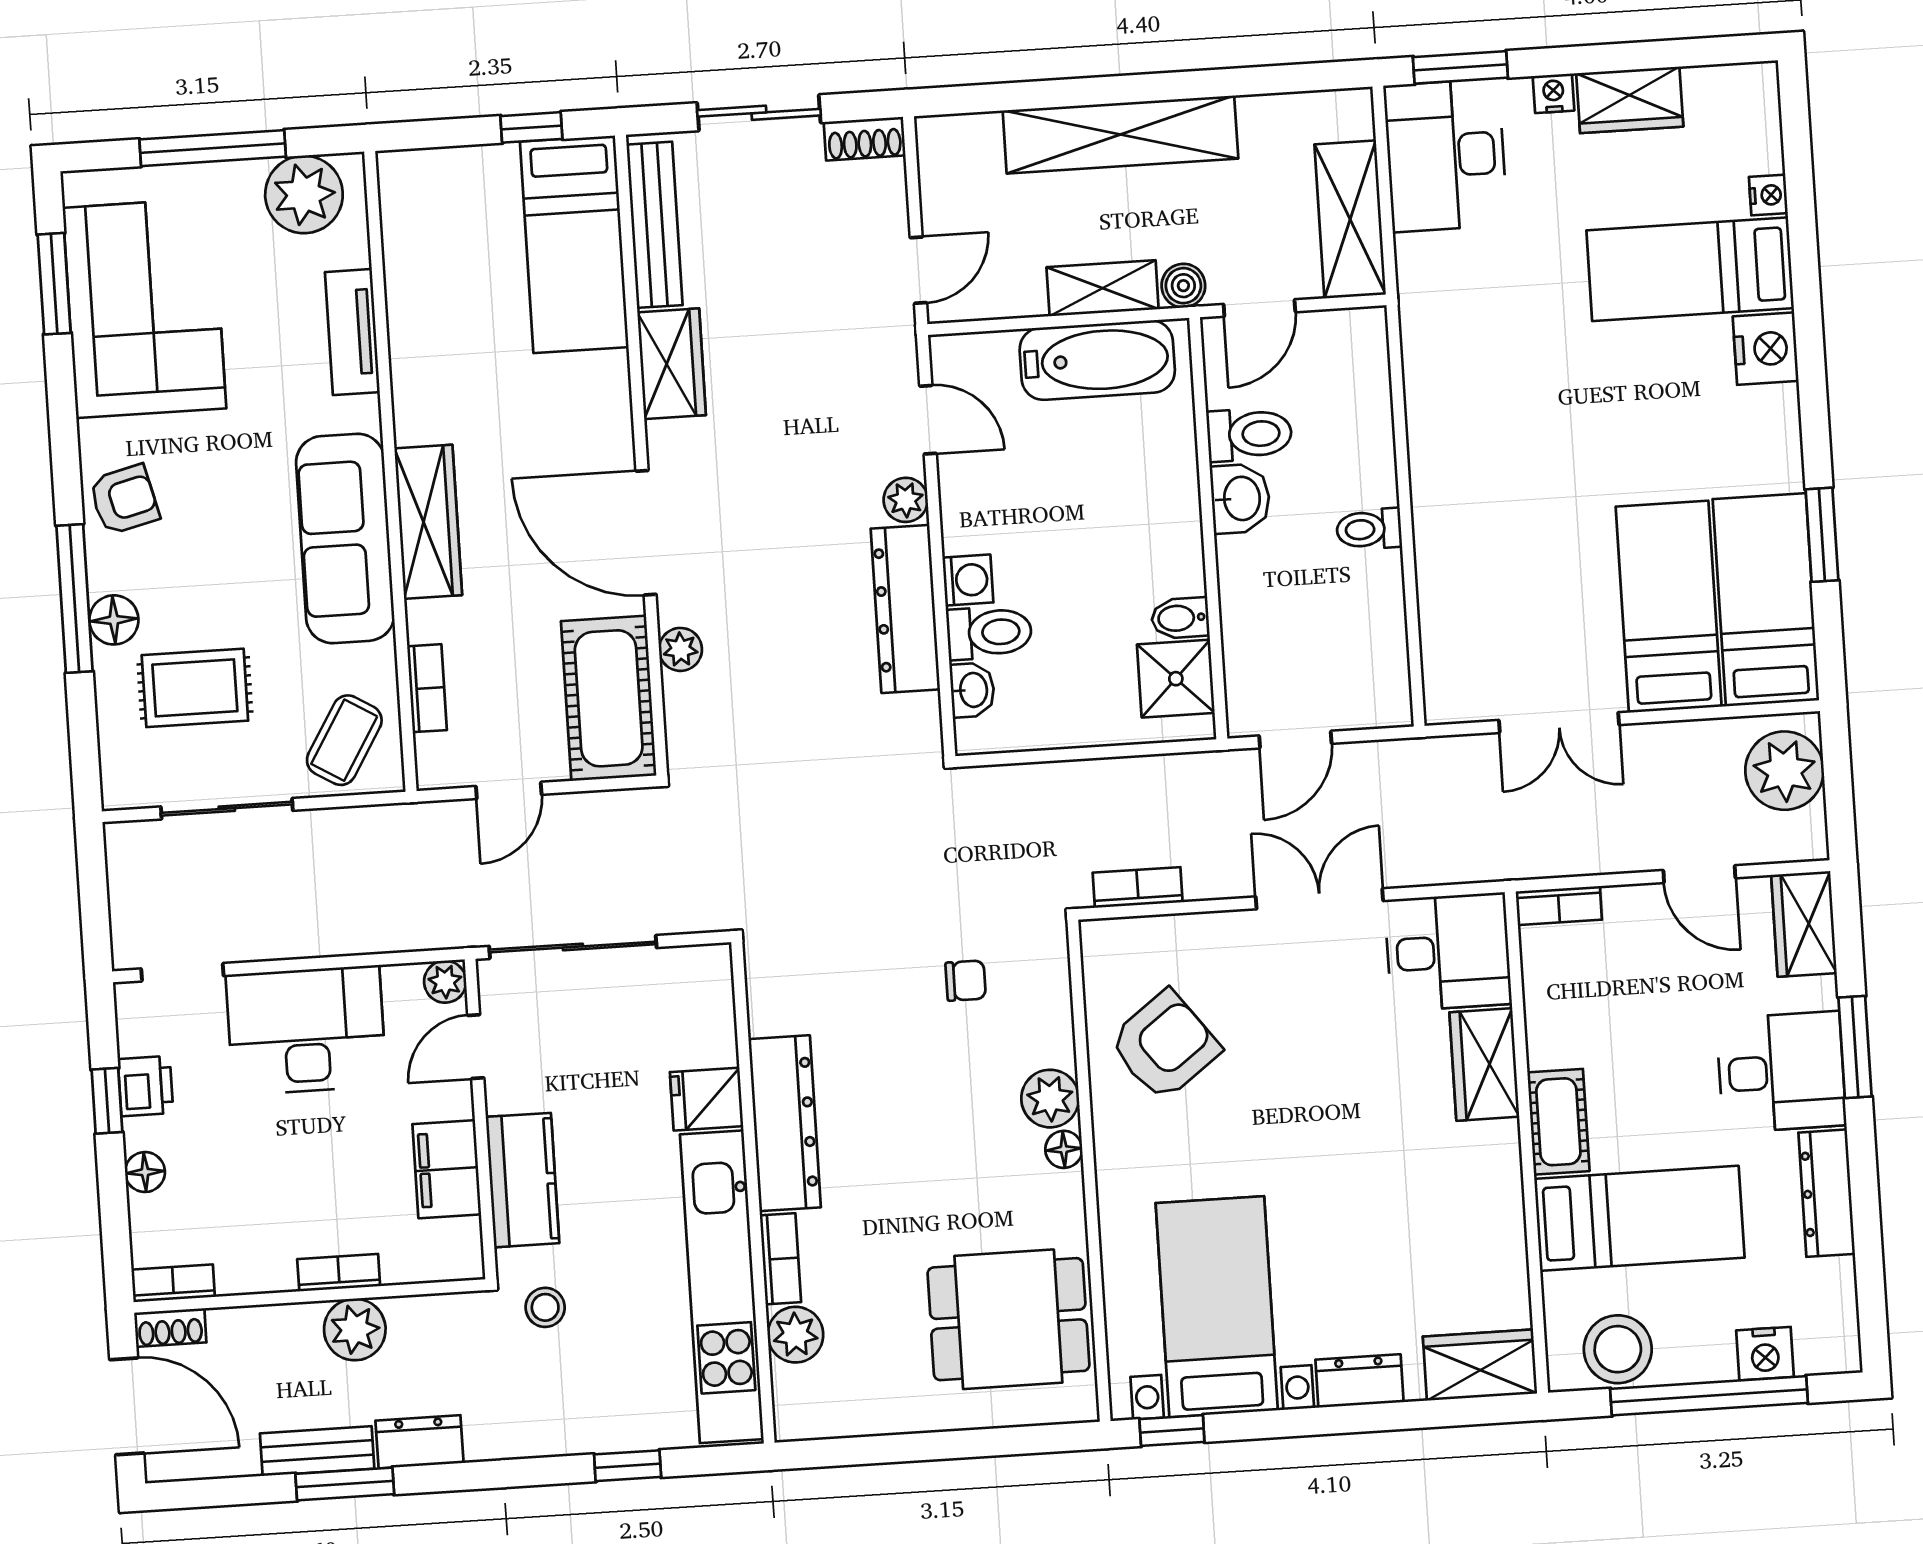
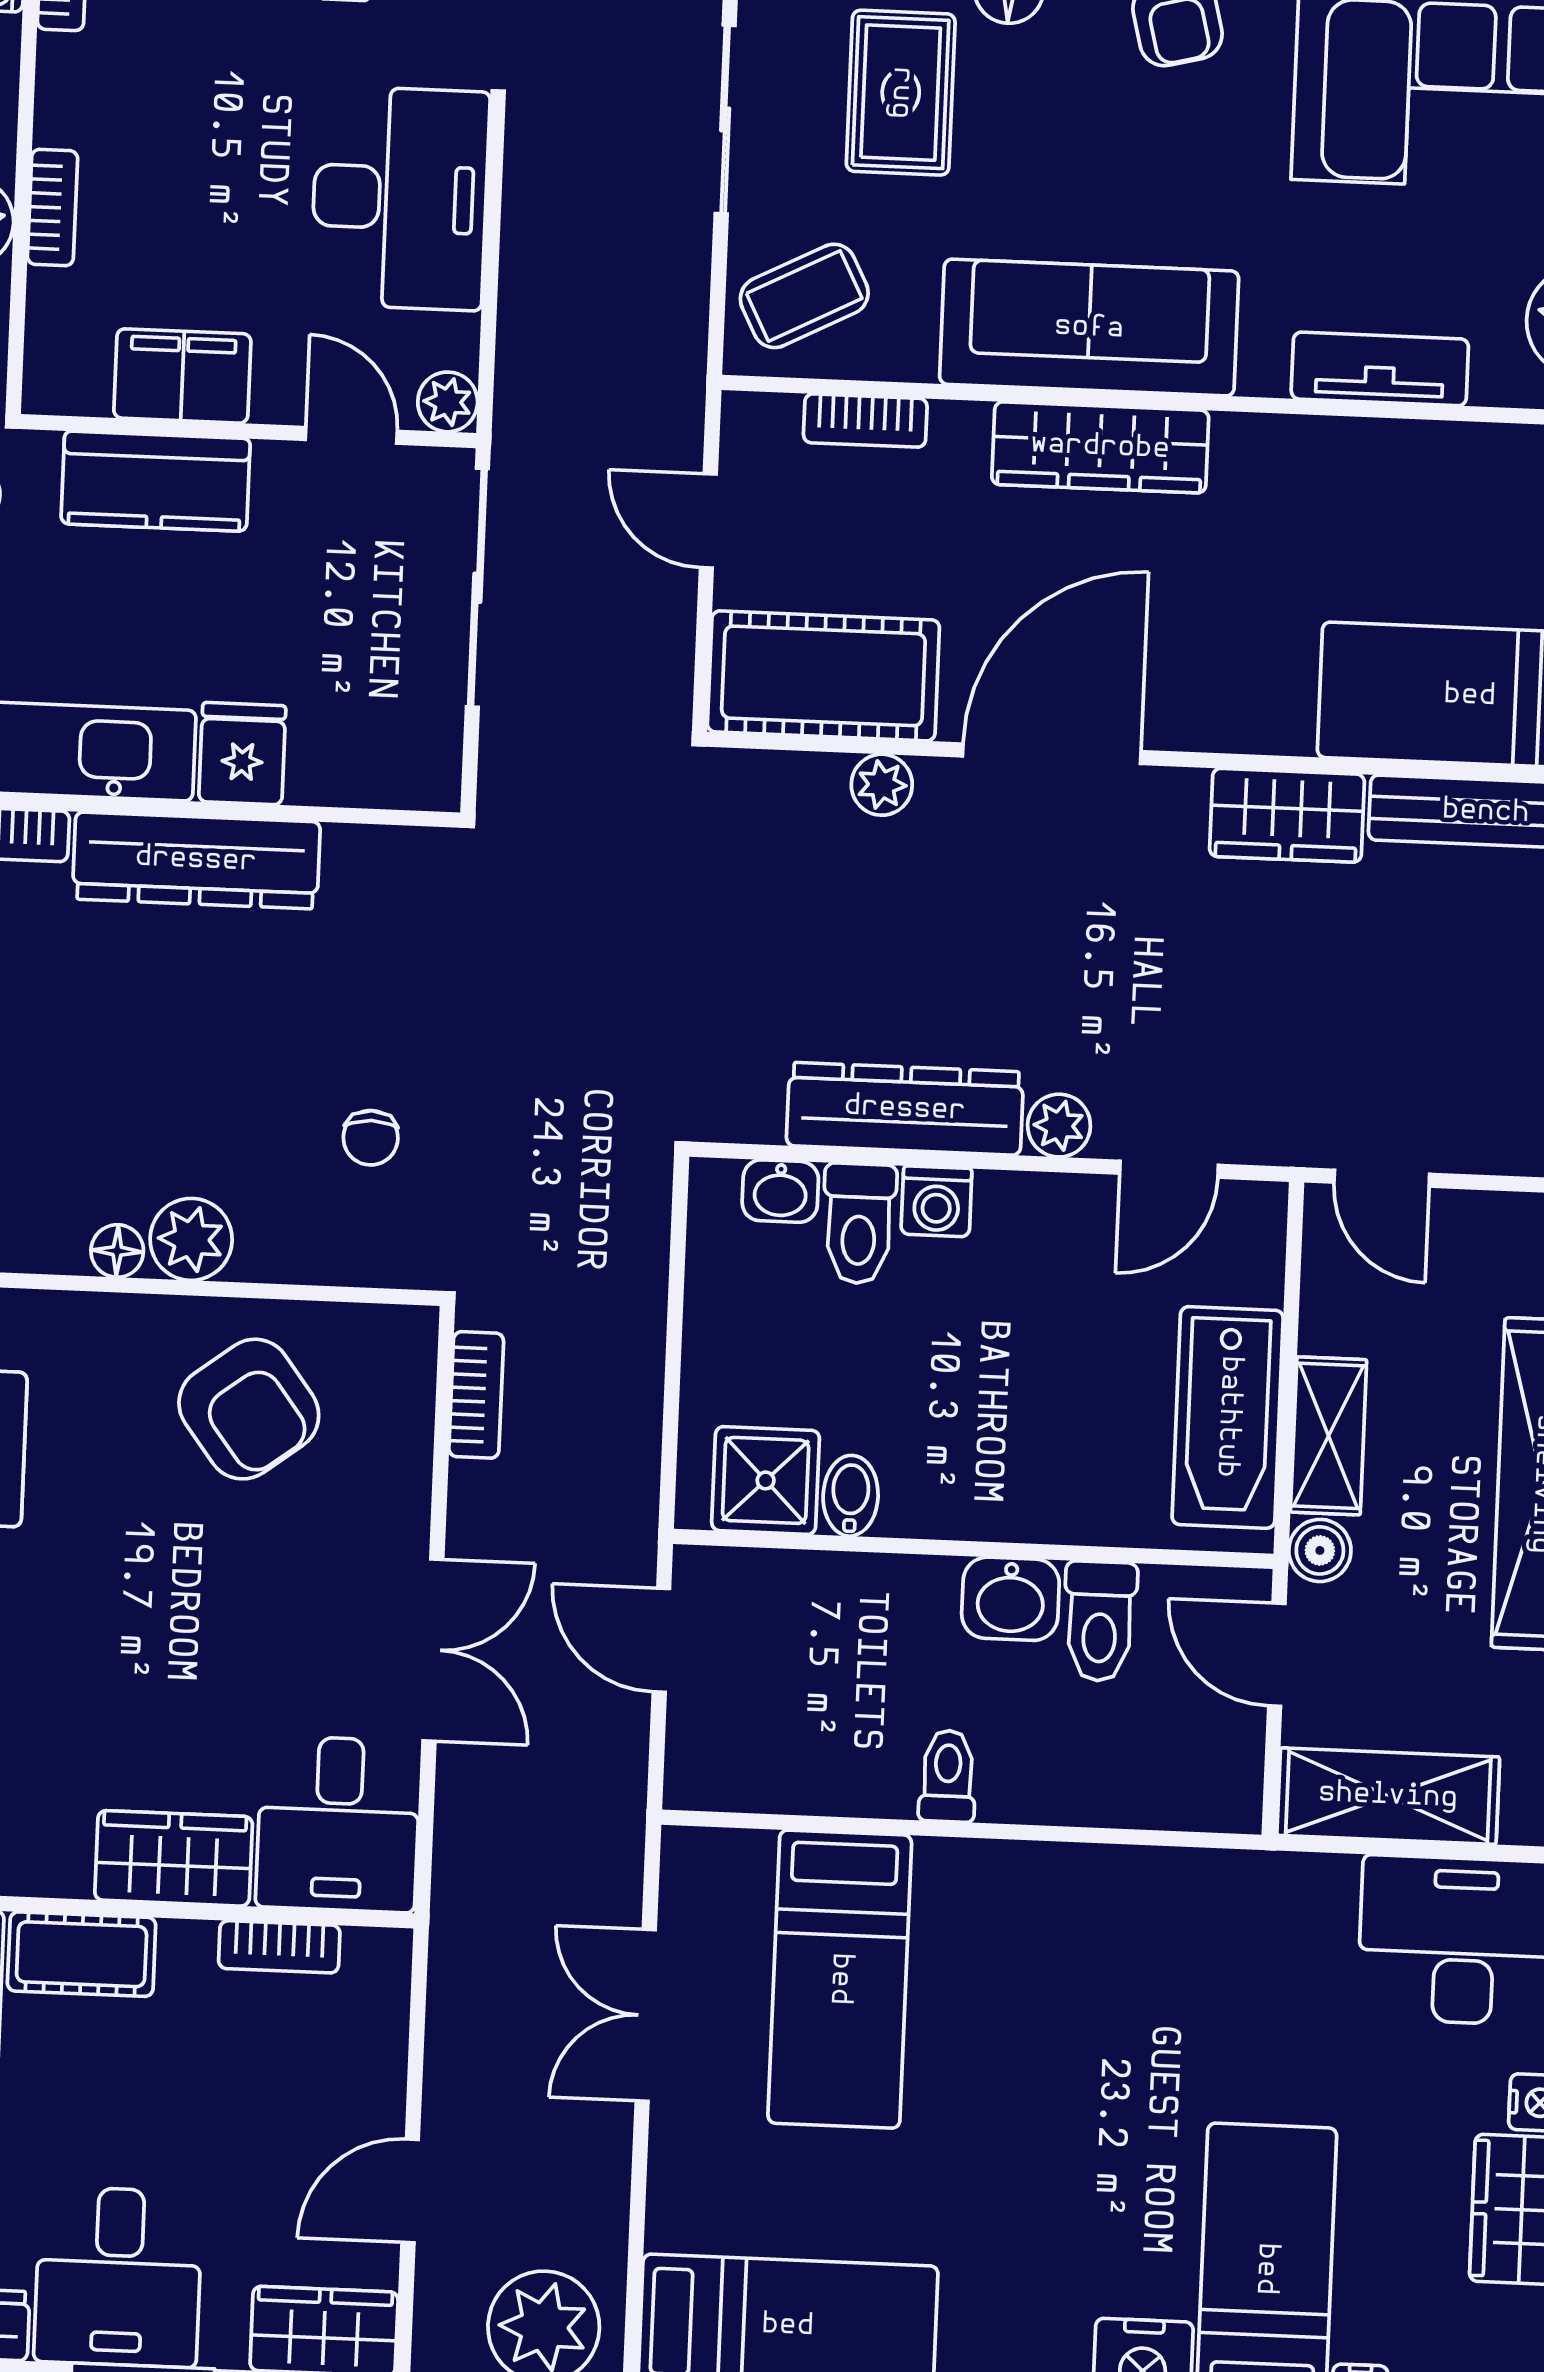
bed: (1669, 607) -> (840, 1979), moved, turned 90
coffee table: (344, 740) -> (804, 296), turned -58
bookcase: (1559, 906) -> (279, 1947), moved, turned -90

